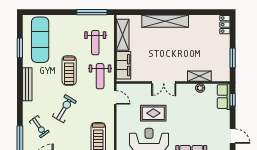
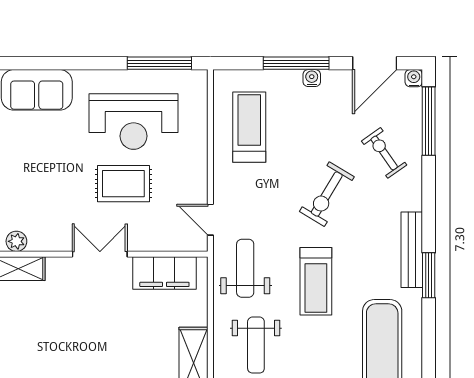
weight bench: (95, 43) -> (256, 345), turned 180
window: (20, 48) -> (429, 275), moved
filing cabinet: (124, 65) -> (164, 273), moved, turned -90
treadmill: (69, 71) -> (316, 281), turned 180

